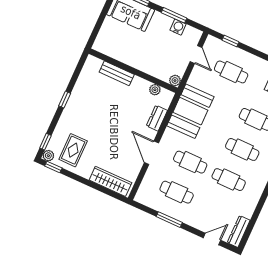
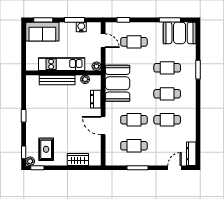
kitchen unit: (136, 60) -> (62, 64), added
bench: (117, 73) -> (57, 80), width x1.36
wardrobe: (110, 181) -> (78, 159), width x0.67

